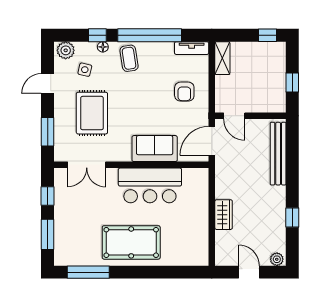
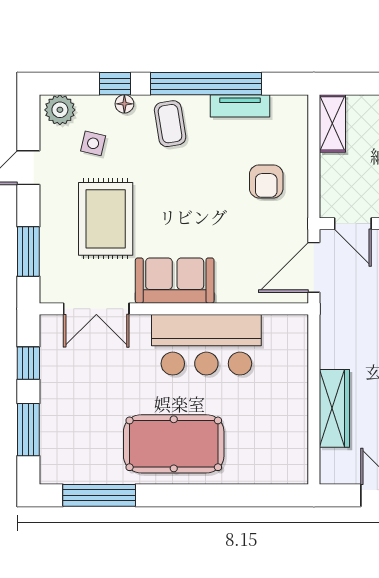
tv unit: (192, 48) -> (240, 106), moved
sofa: (155, 149) -> (175, 281), moved
wardrobe: (224, 215) -> (334, 408), width x1.50

